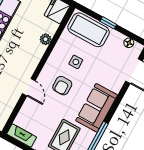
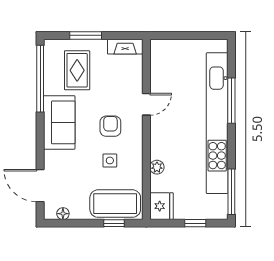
window: (108, 23) -> (114, 223), moved
door: (29, 87) -> (146, 104), swing flipped

